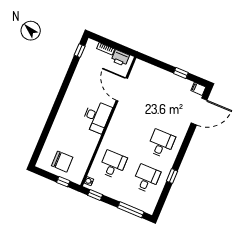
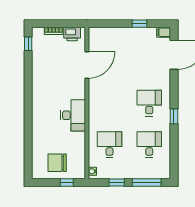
door: (122, 89) -> (87, 65), swing flipped
desk: (97, 117) -> (73, 115), moved
chair: (62, 162) -> (57, 163), turned 180
window: (172, 176) -> (174, 116), moved
window: (95, 195) -> (117, 183), moved

